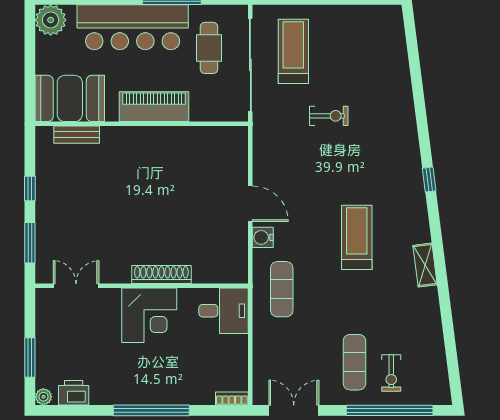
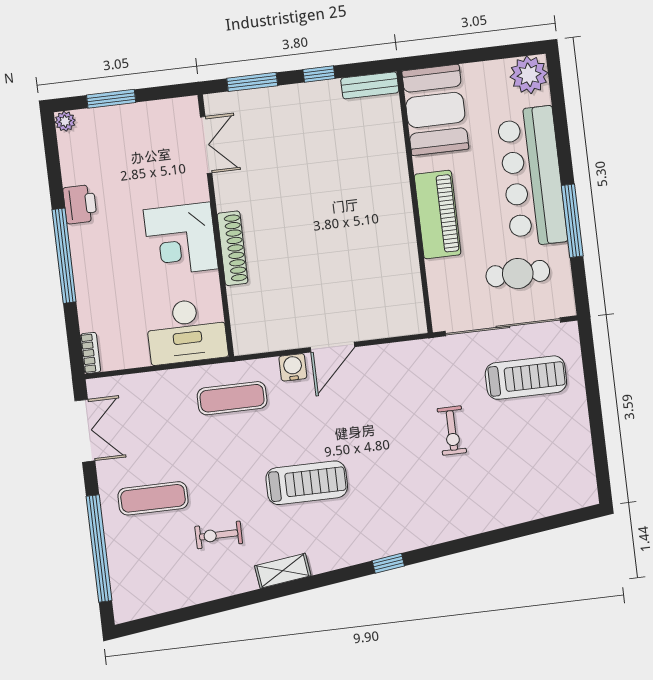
bench: (77, 135) -> (370, 85), moved, turned 90
desk: (224, 311) -> (187, 331), width x1.37
exercise bike: (391, 373) -> (219, 535), moved
printer: (74, 393) -> (80, 204), moved

